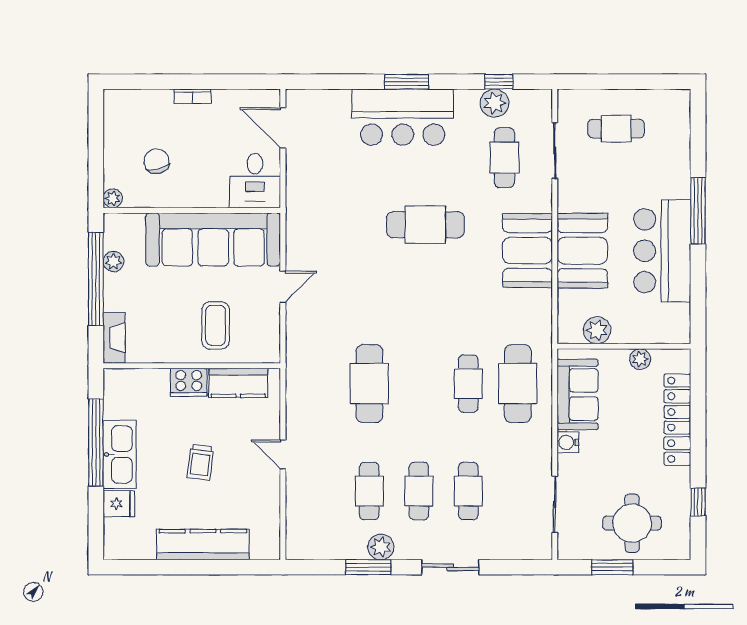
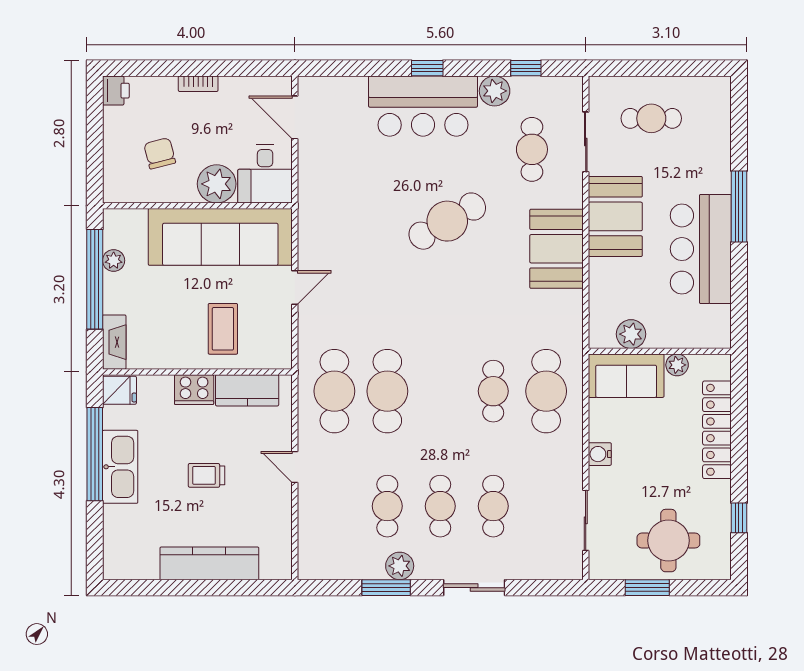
window: (407, 82) -> (427, 68), width x0.67
printer: (116, 103) -> (116, 91), added
plant: (494, 103) -> (495, 91), moved
plant: (113, 198) -> (217, 184), moved, width x1.88, depth x1.88
cafe table: (425, 225) -> (447, 221), turned -30
booth: (582, 251) -> (615, 216), moved
cafe table: (320, 384) -> (334, 391), added
sofa: (578, 394) -> (626, 376), moved, turned 90
trolley: (200, 462) -> (207, 475), turned 83
fridge: (119, 504) -> (119, 390), moved

